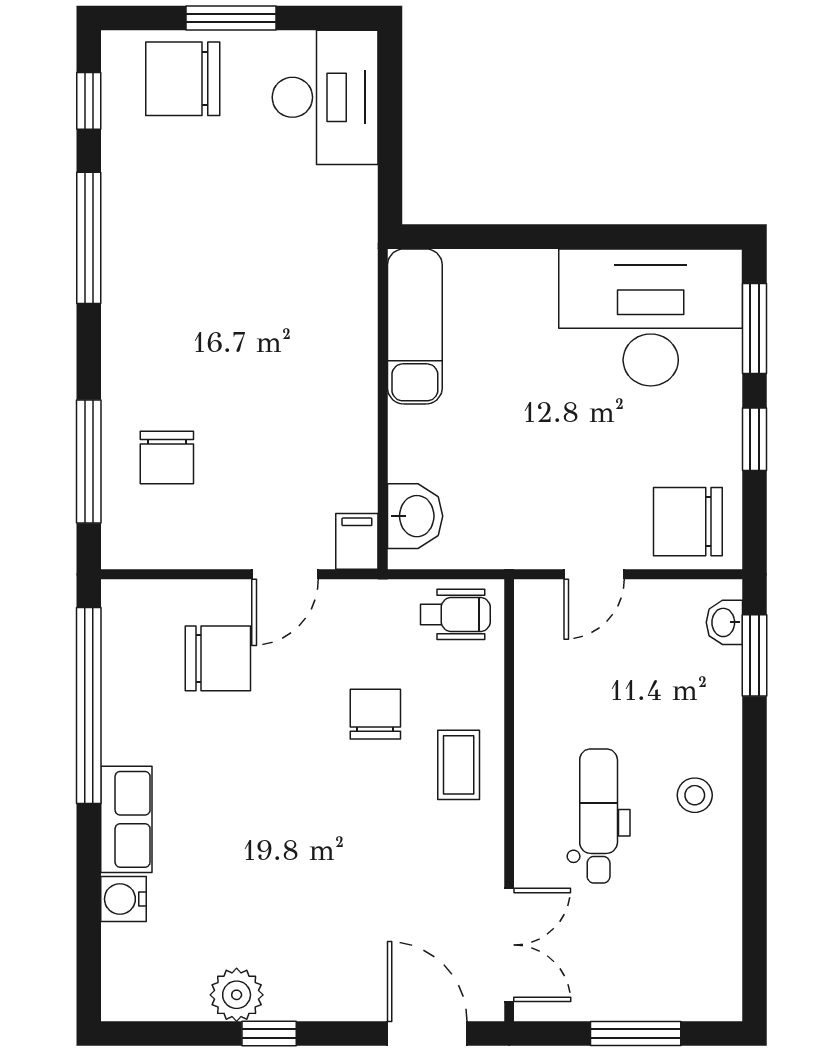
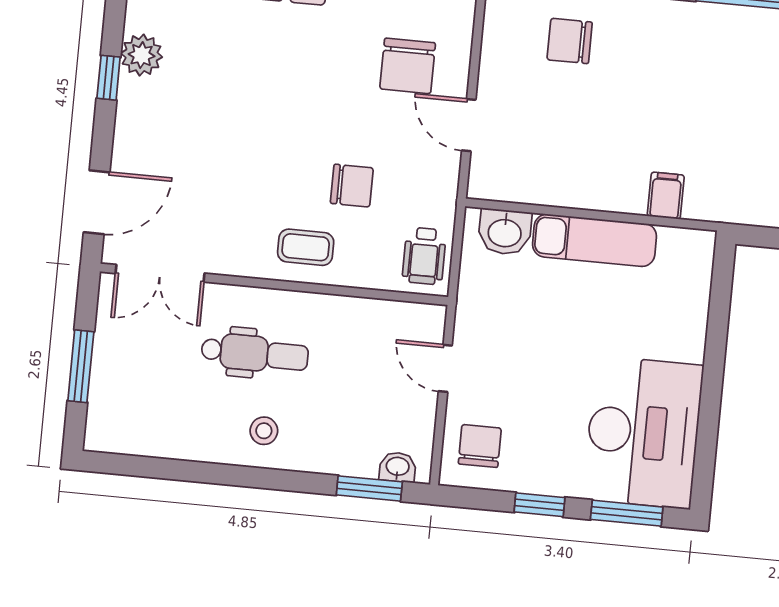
exam couch: (415, 326) -> (595, 240), moved
chair: (688, 522) -> (480, 446), width x0.73, depth x0.73
filing cabinet: (357, 541) -> (666, 196), moved, turned -90

